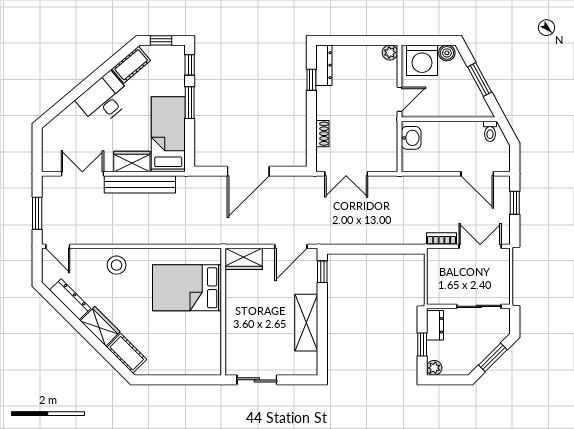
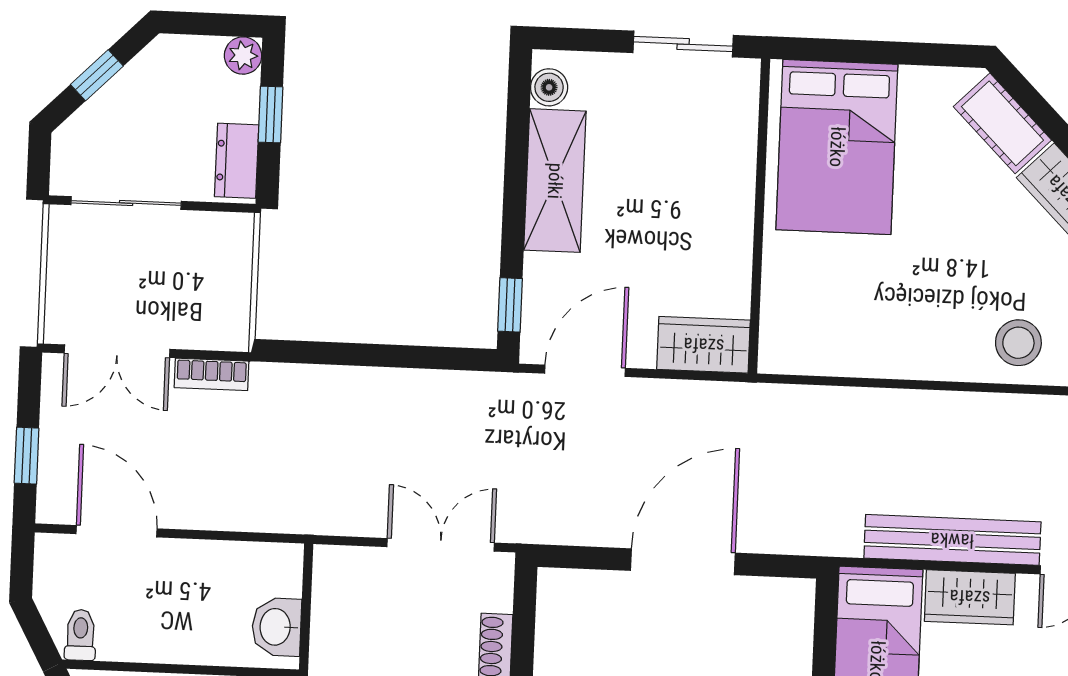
bed: (187, 288) -> (837, 147), moved, turned 90
window: (493, 357) -> (97, 75), width x0.67
boiler: (310, 360) -> (549, 87), added

